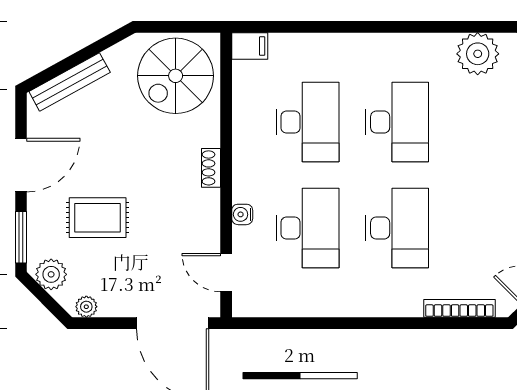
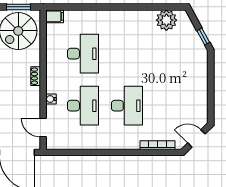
window: (176, 27) -> (19, 7), added
desk: (397, 122) -> (127, 54), removed

